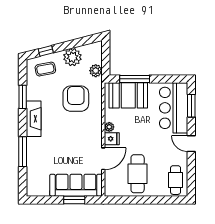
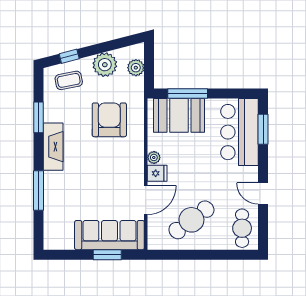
plant: (96, 71) -> (136, 68), moved
door: (191, 144) -> (263, 193), moved
cafe table: (138, 174) -> (191, 220), turned 53

